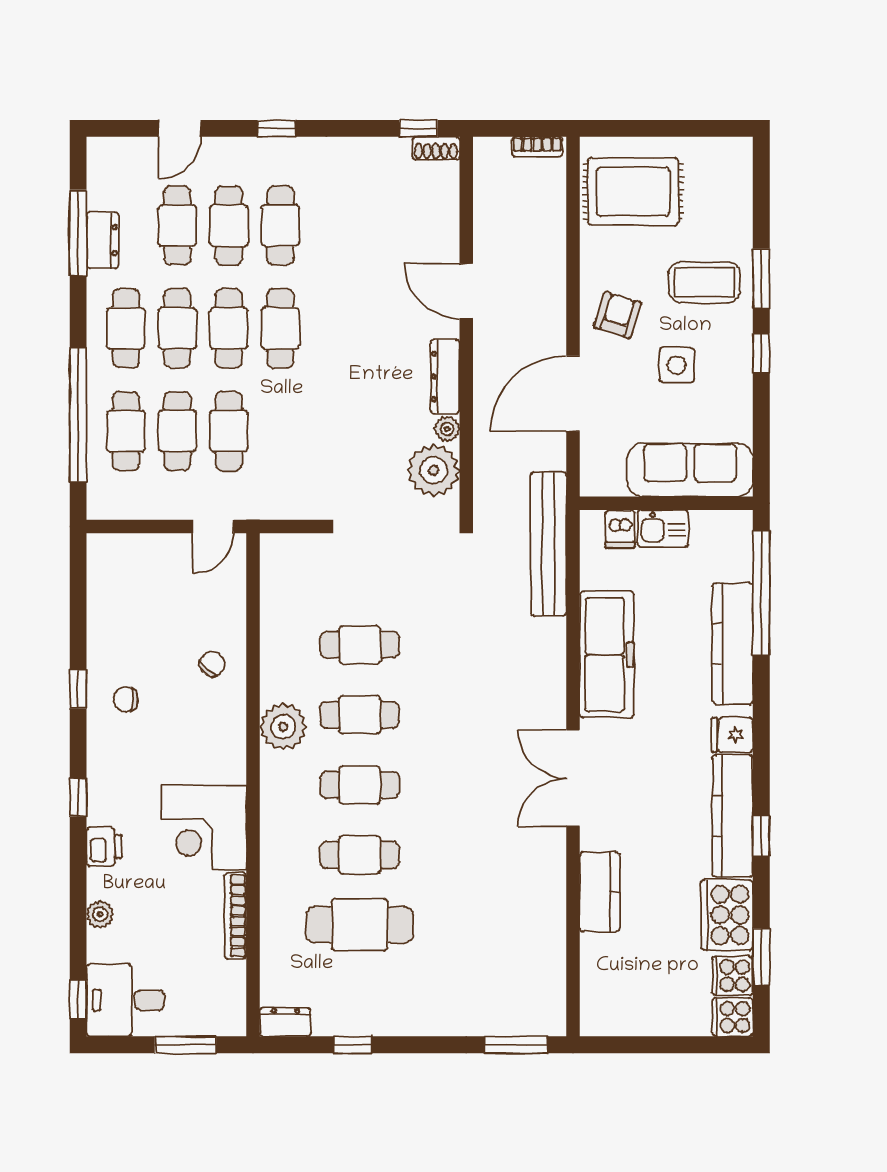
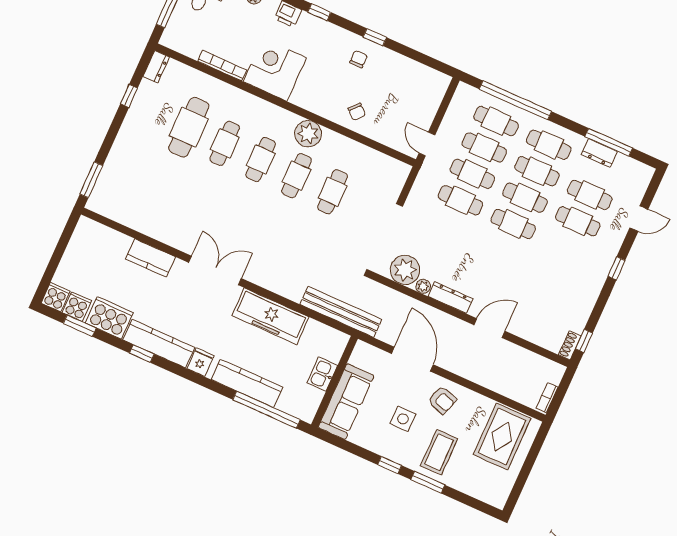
door: (180, 128) -> (639, 219), swing flipped
cafe table: (280, 225) -> (460, 200), moved
dishwasher: (620, 529) -> (332, 352), removed

